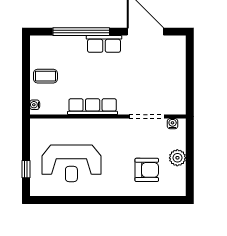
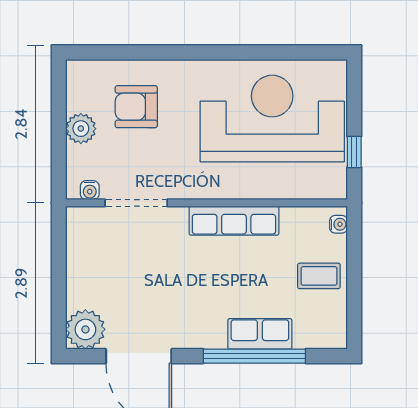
row of seats: (104, 44) -> (260, 334), moved
plant: (175, 46) -> (85, 329), added
reception desk: (71, 163) -> (272, 119), width x1.36, depth x1.30
window: (26, 169) -> (354, 152), moved

